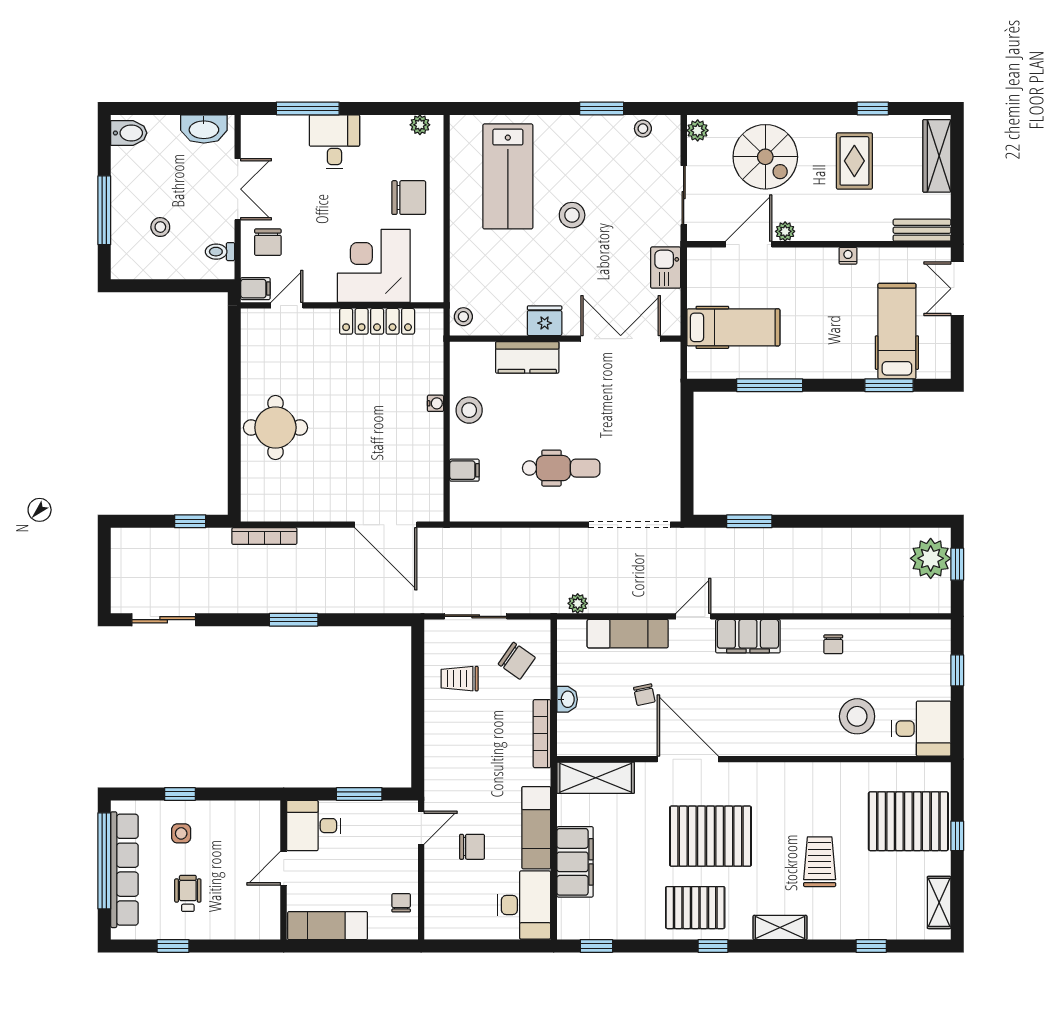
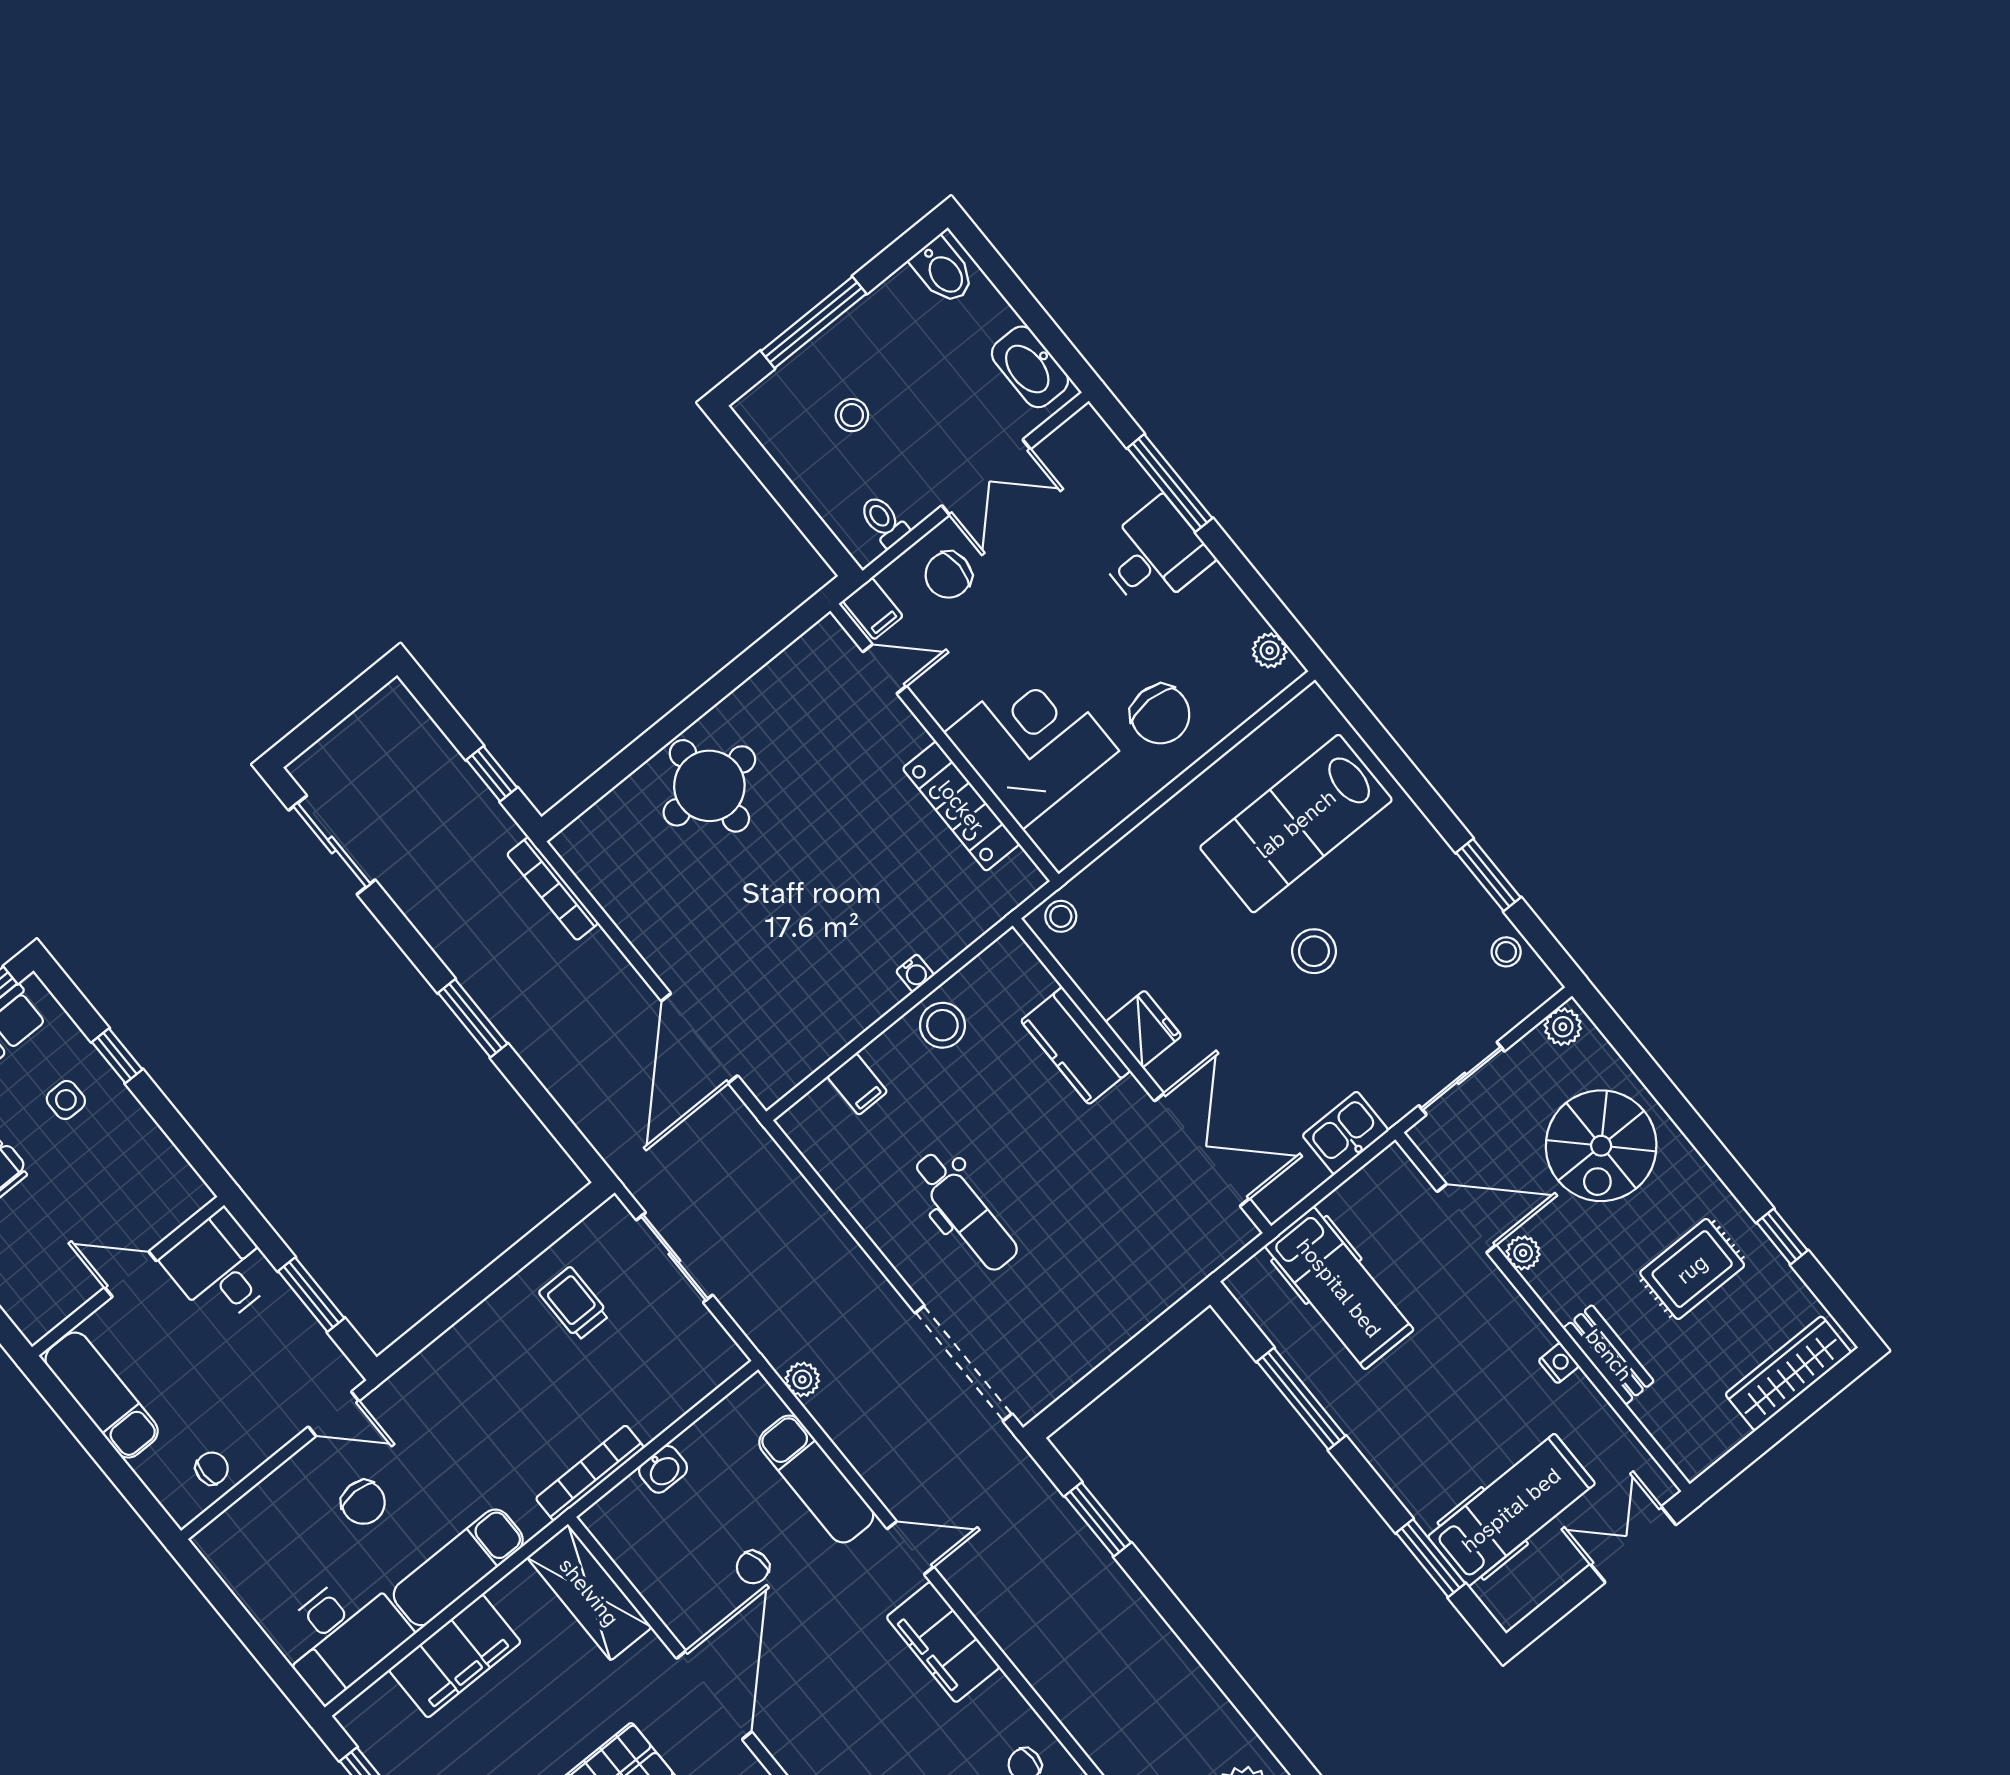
bench: (922, 230) -> (1609, 1355), moved
chair: (517, 661) -> (660, 1360), removed

